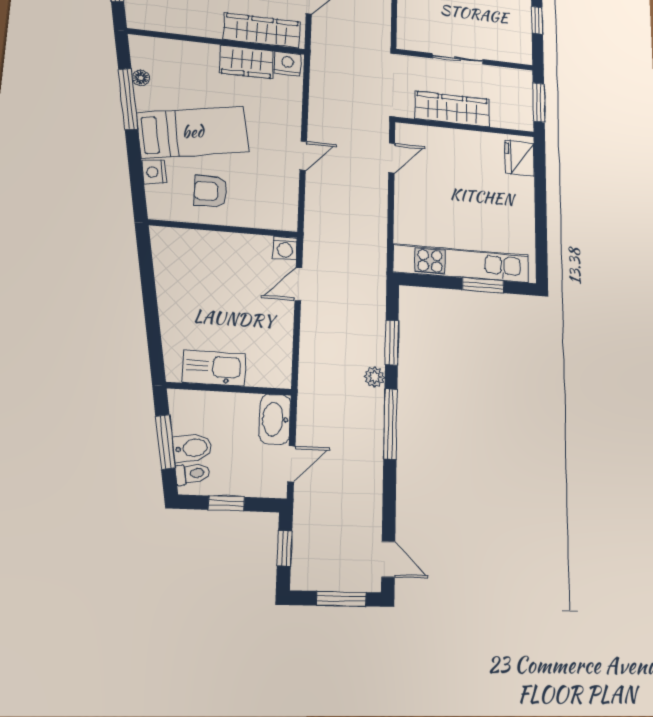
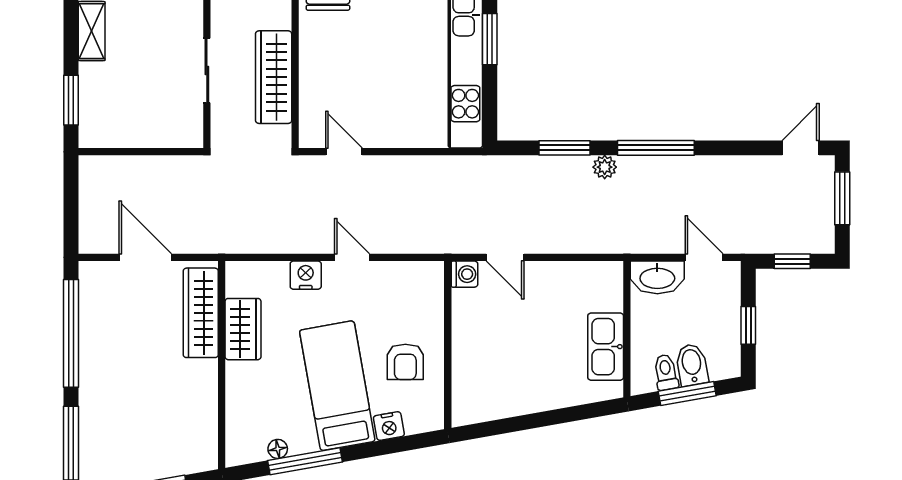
nightstand: (288, 64) -> (306, 275), moved, turned 90
toilet: (193, 474) -> (666, 372), moved

